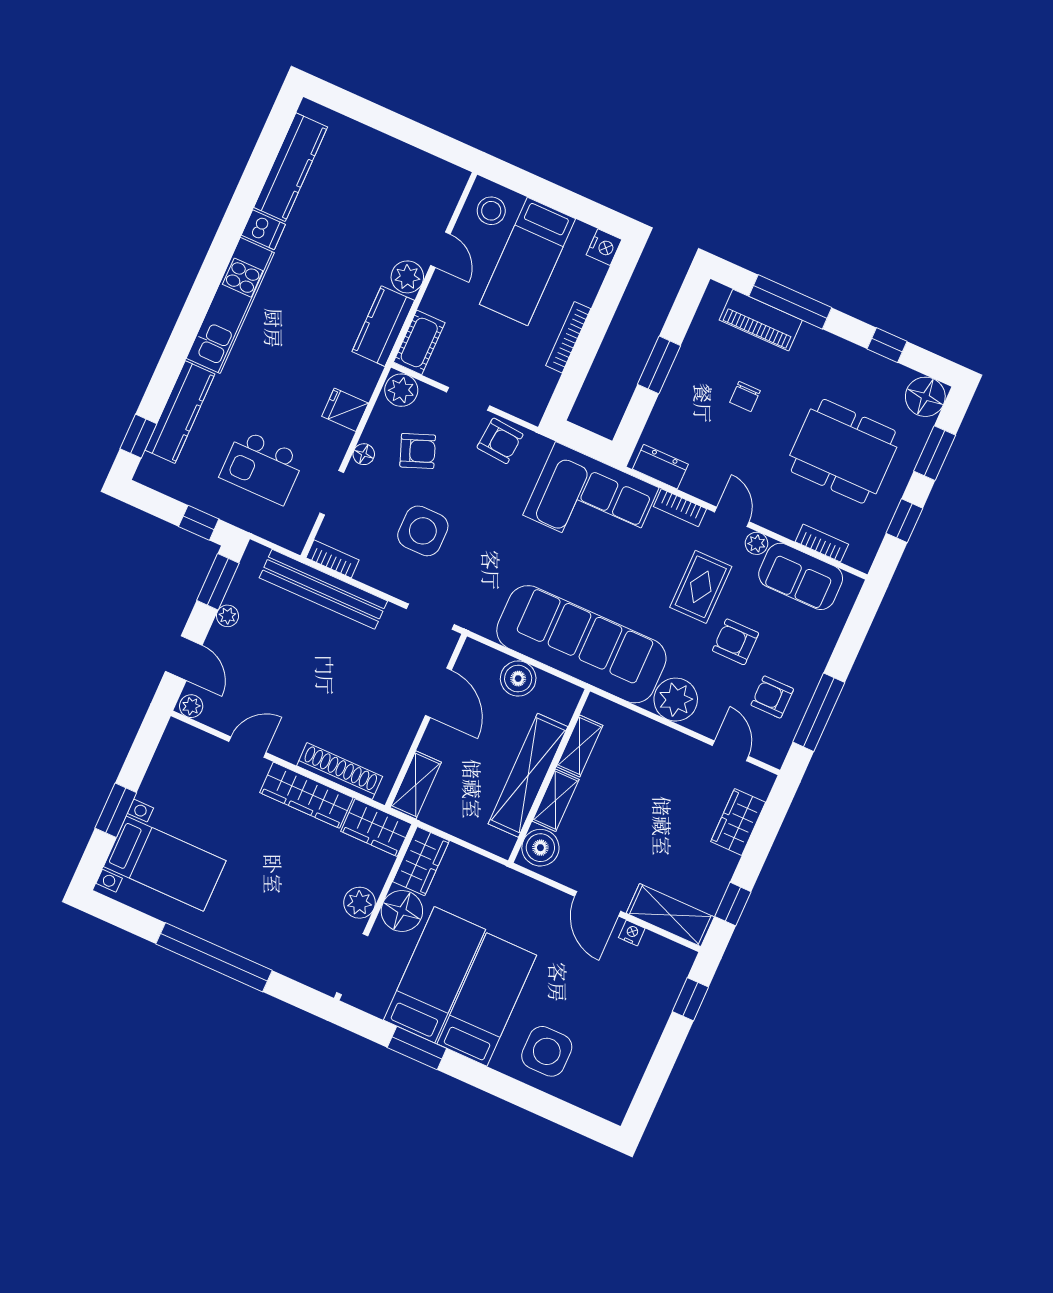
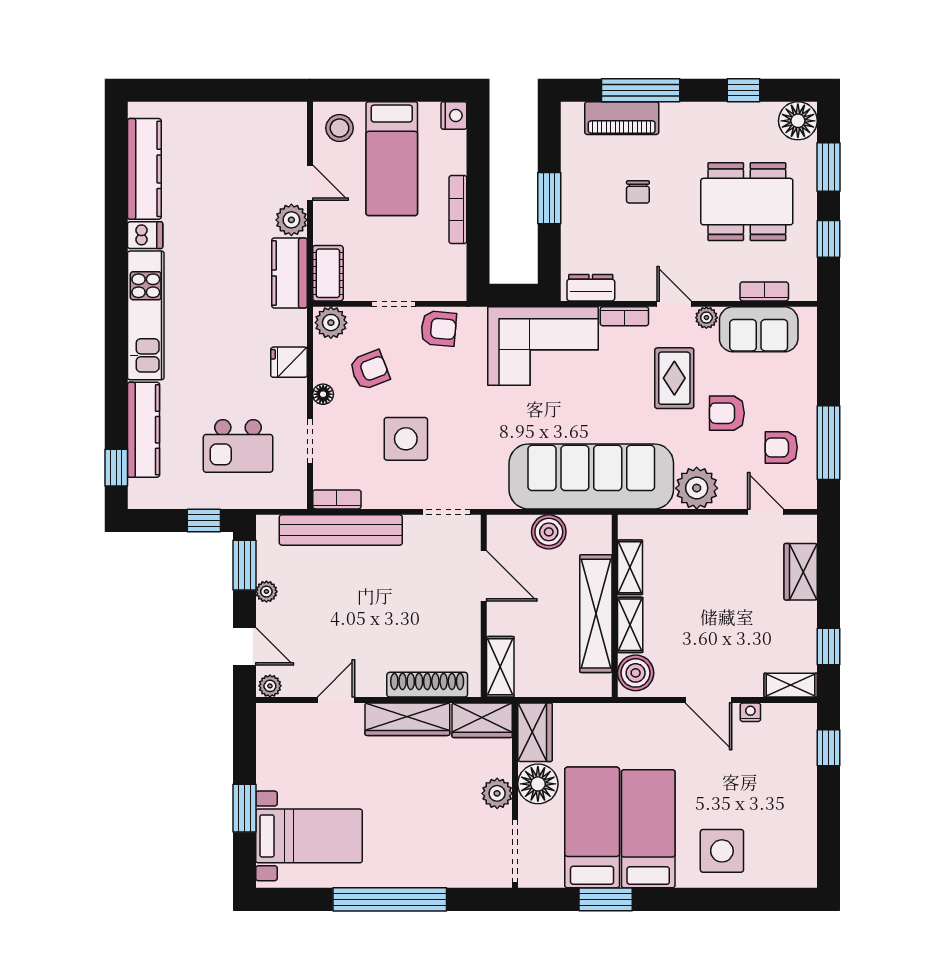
shelving: (670, 915) -> (791, 685), width x0.67, depth x0.75

